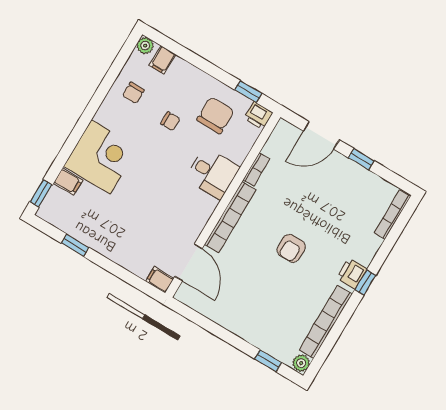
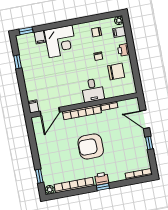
window: (248, 92) -> (137, 76), removed
printer: (258, 116) -> (124, 50), moved
armchair: (291, 248) -> (91, 146), width x1.88, depth x1.88

